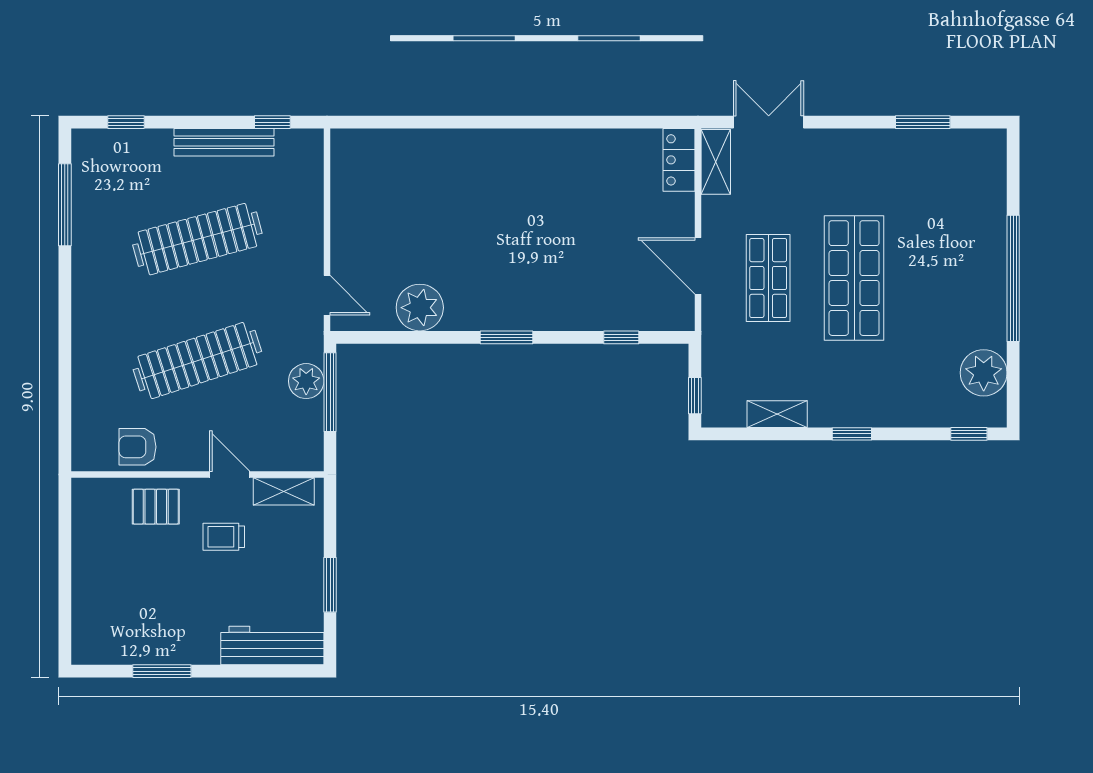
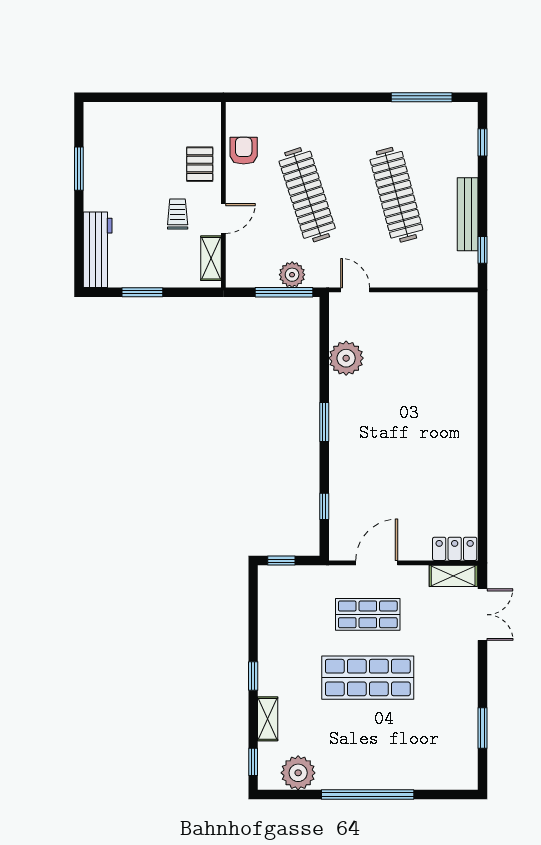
door: (327, 295) -> (355, 290), swing flipped
shelving: (777, 414) -> (268, 719), moved

